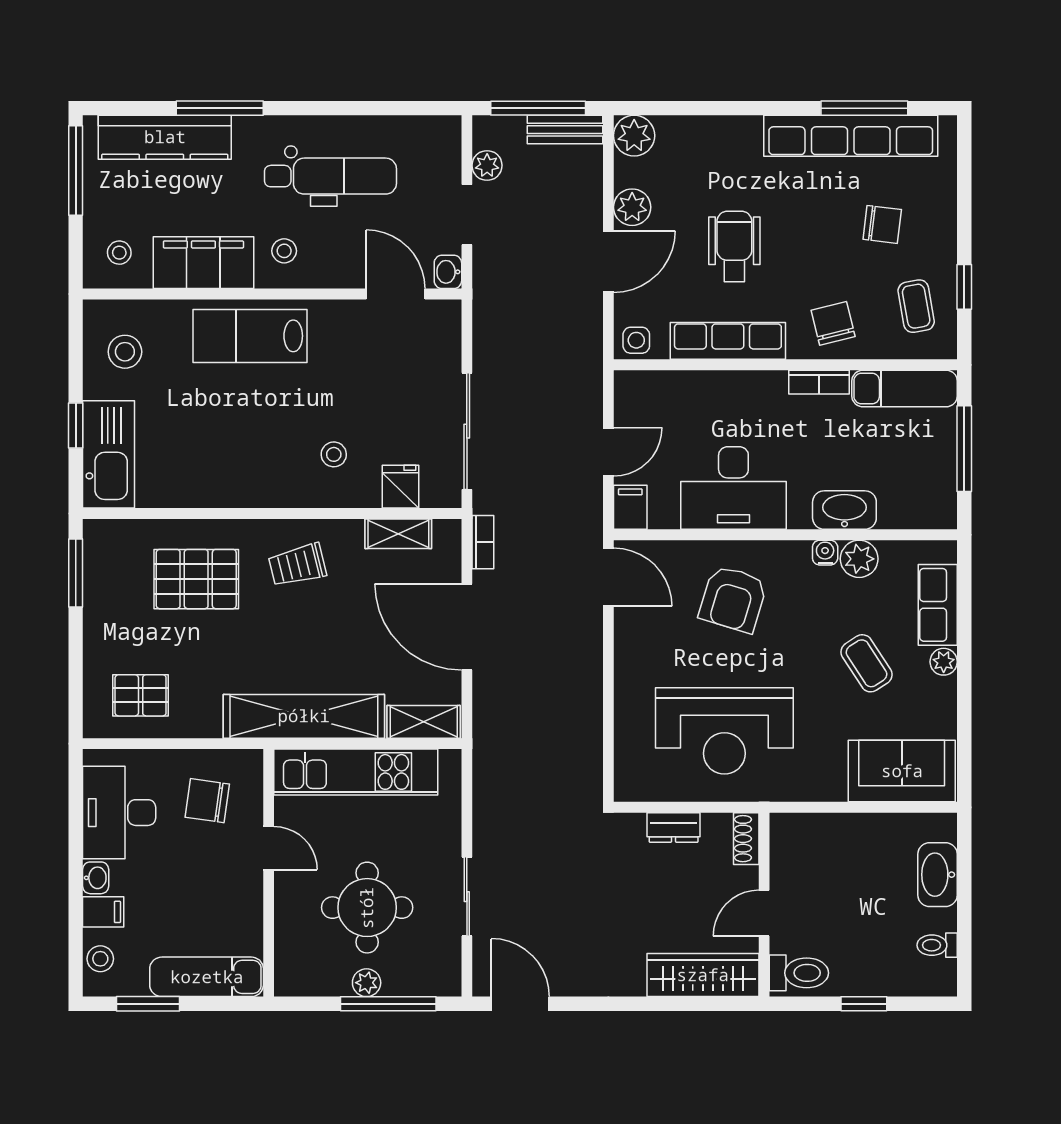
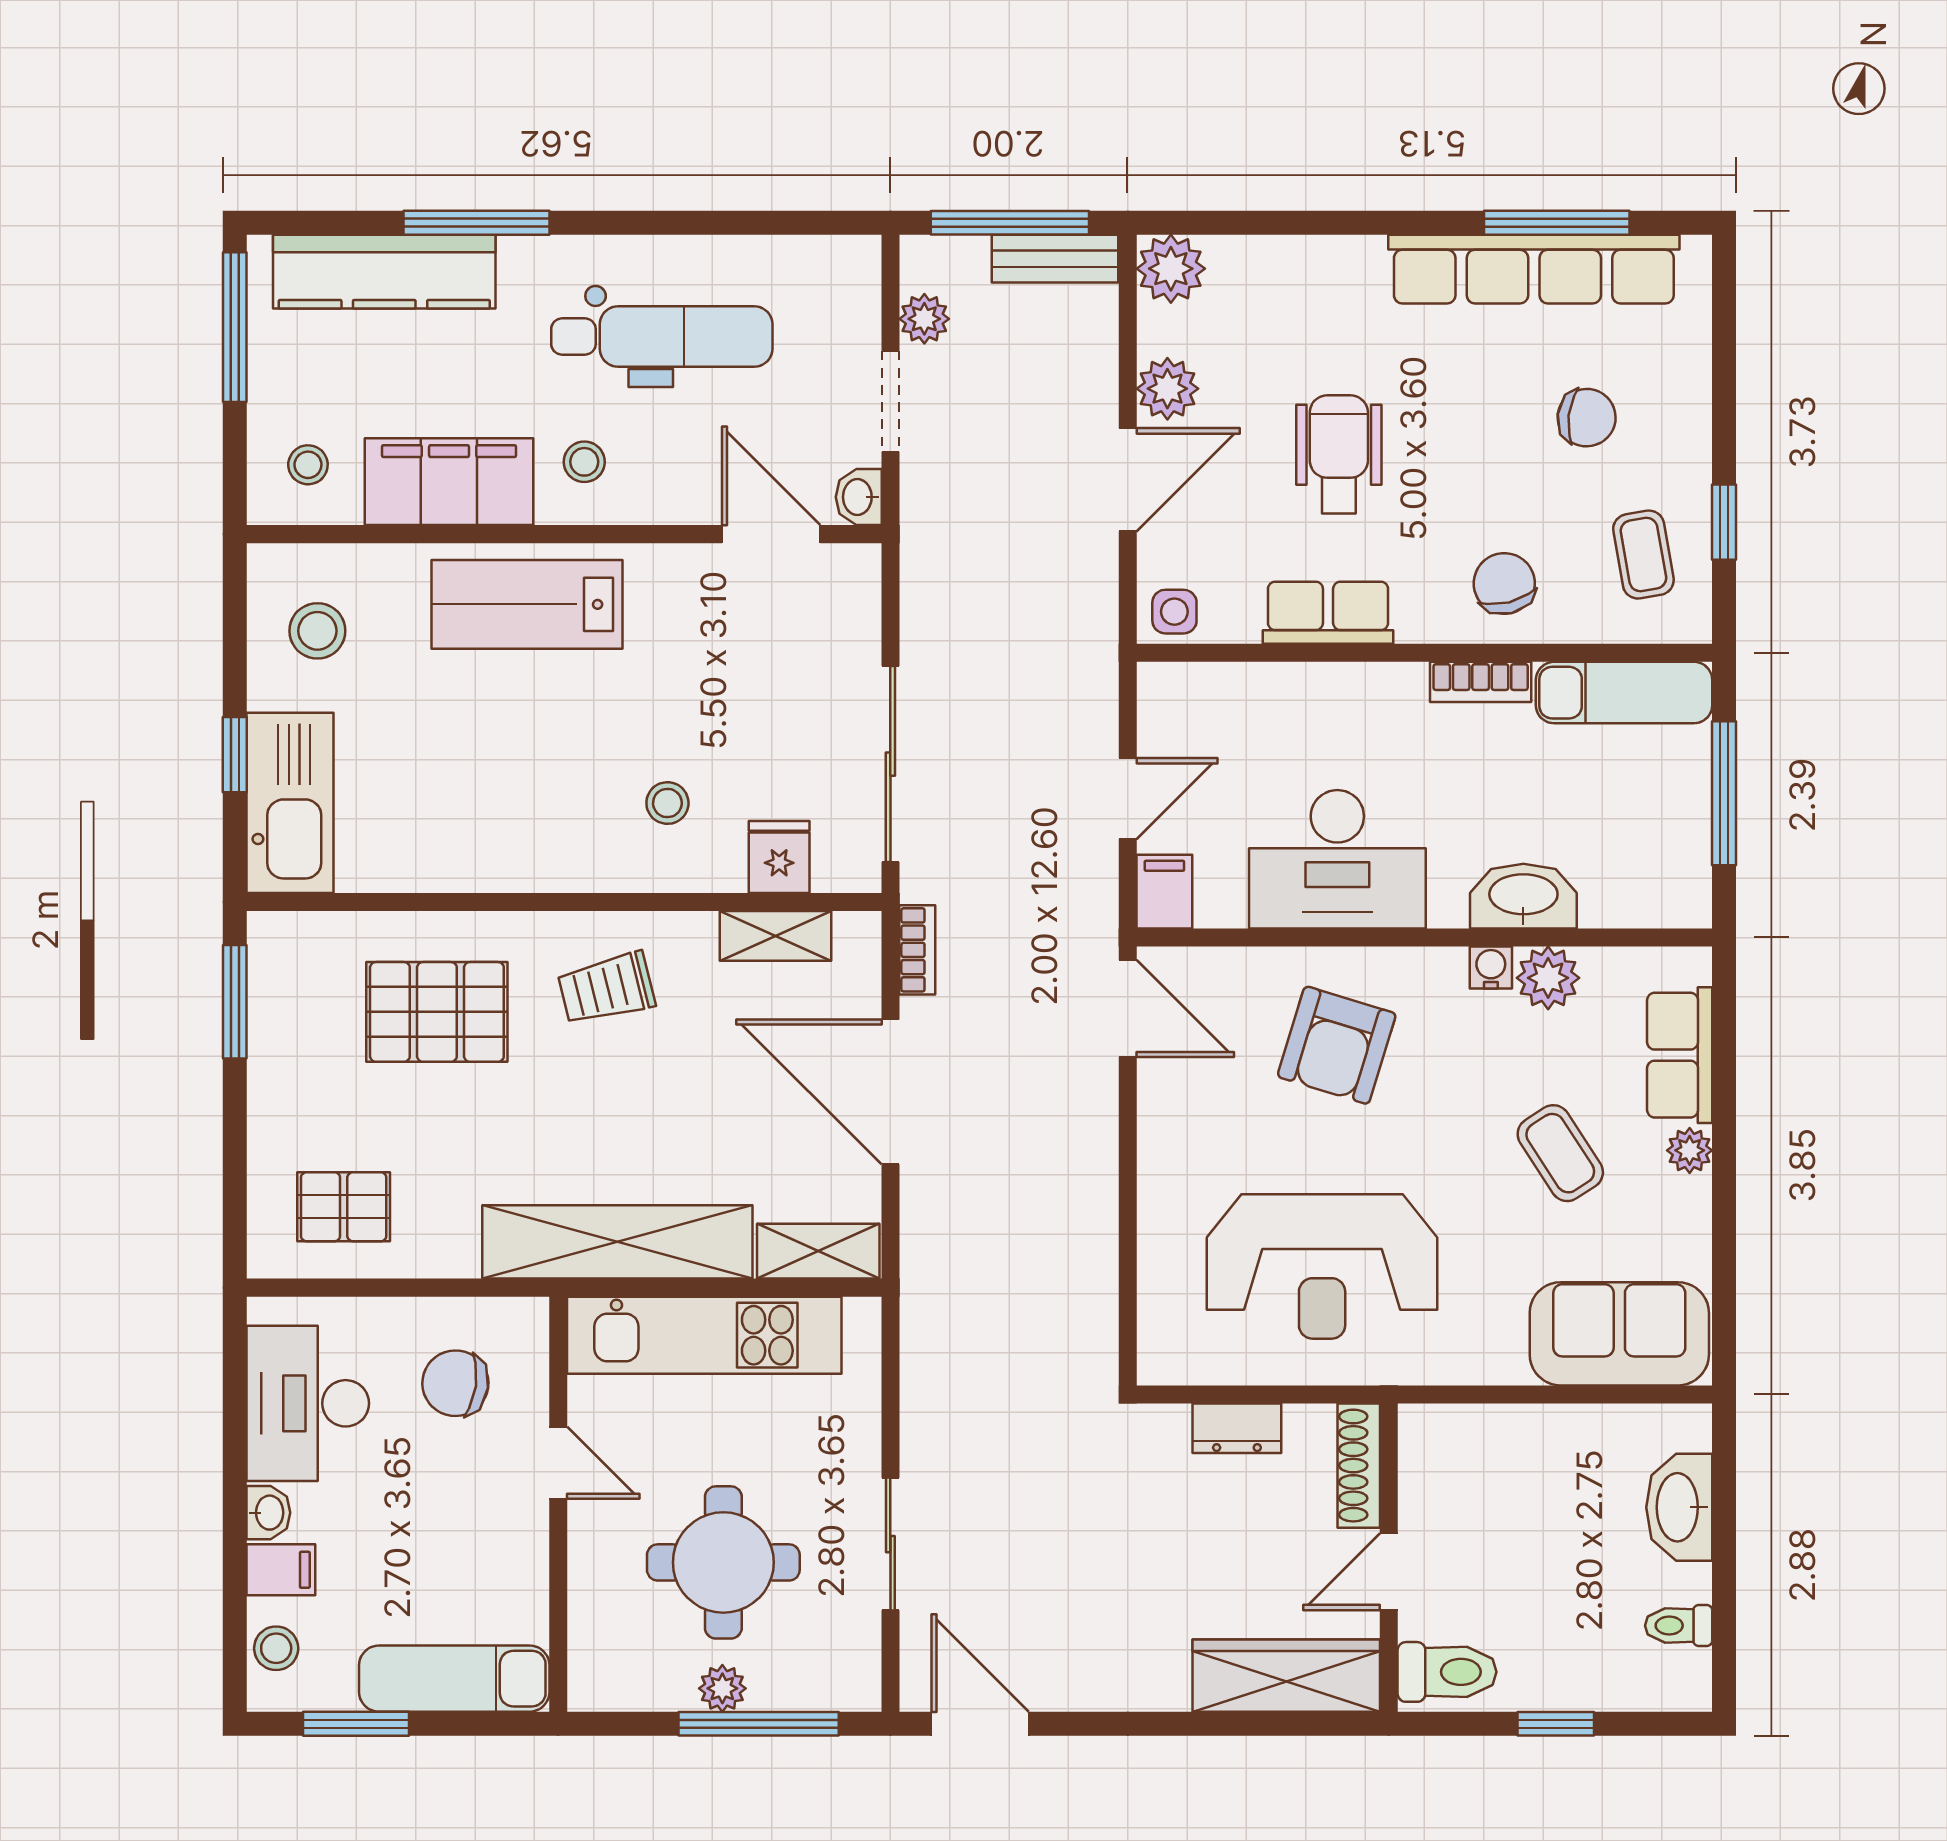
row of seats: (728, 341) -> (1328, 613), width x0.68
shoe rack: (746, 839) -> (1359, 1466), width x1.43

